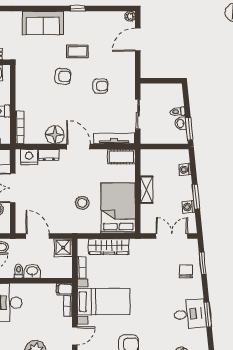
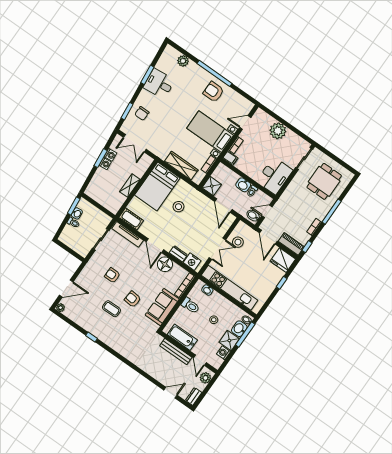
sofa: (43, 23) -> (162, 307), moved, turned -90
washing machine: (185, 170) -> (105, 164), moved

